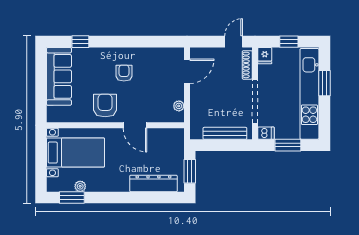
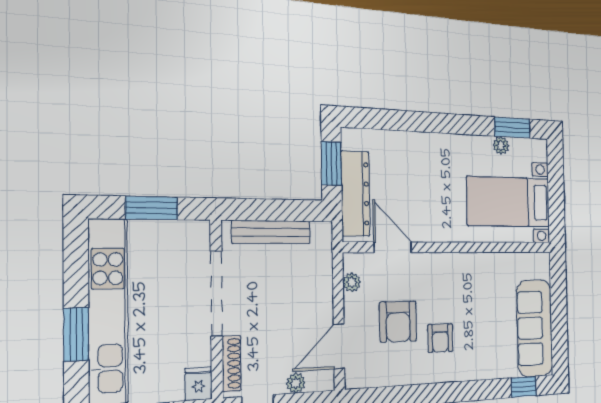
window: (80, 42) -> (524, 387), moved
plant: (212, 53) -> (296, 383), added
armchair: (105, 106) -> (398, 322), moved
door: (135, 125) -> (393, 247), moved
dishwasher: (266, 133) -> (195, 232), removed
dresser: (153, 183) -> (355, 194), moved, turned -90

